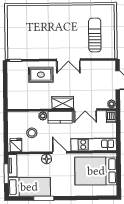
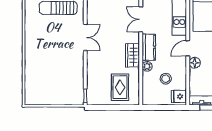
rug: (41, 75) -> (120, 87), moved
wardrobe: (63, 102) -> (132, 55), moved
double door: (85, 110) -> (141, 19), swing flipped

